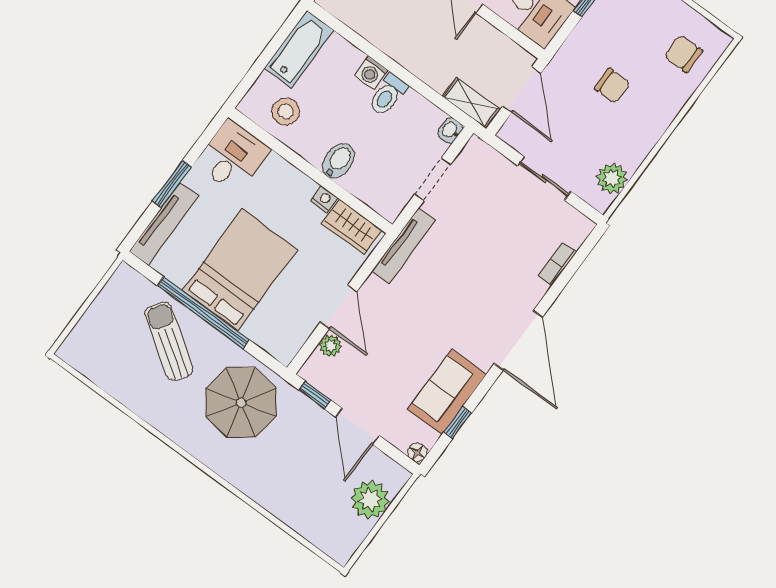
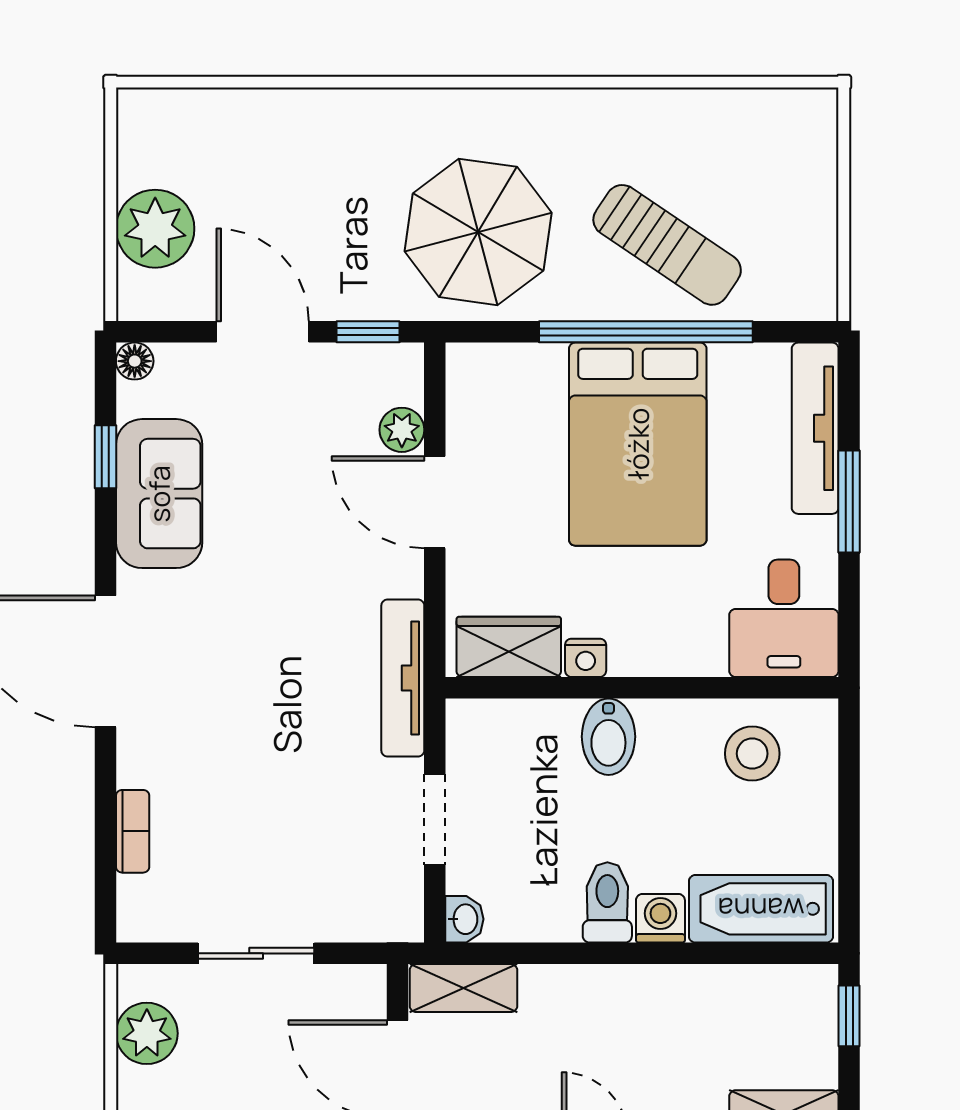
bathtub: (299, 49) -> (761, 909), moved, turned 90

